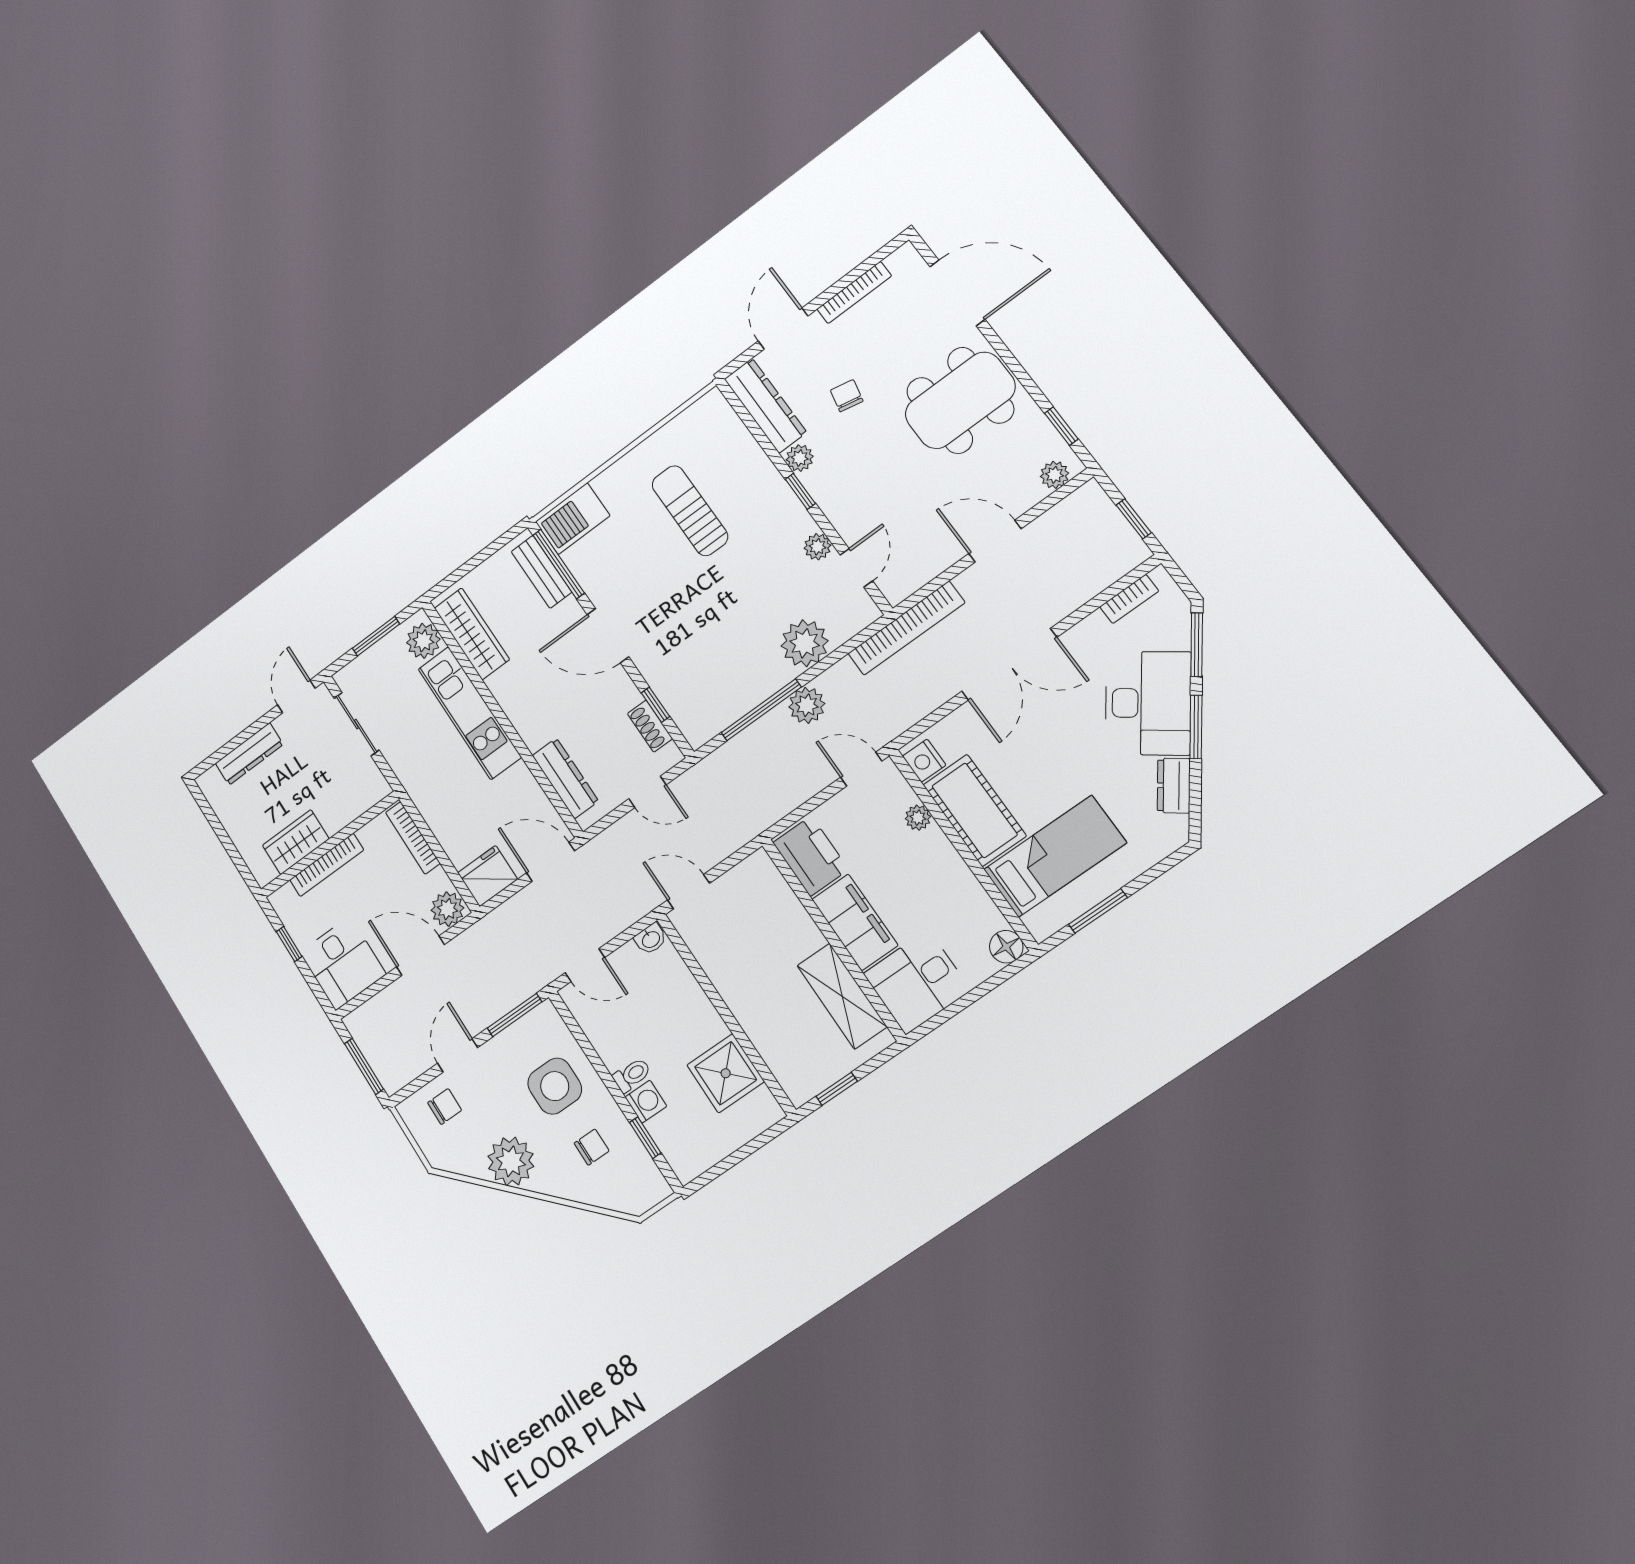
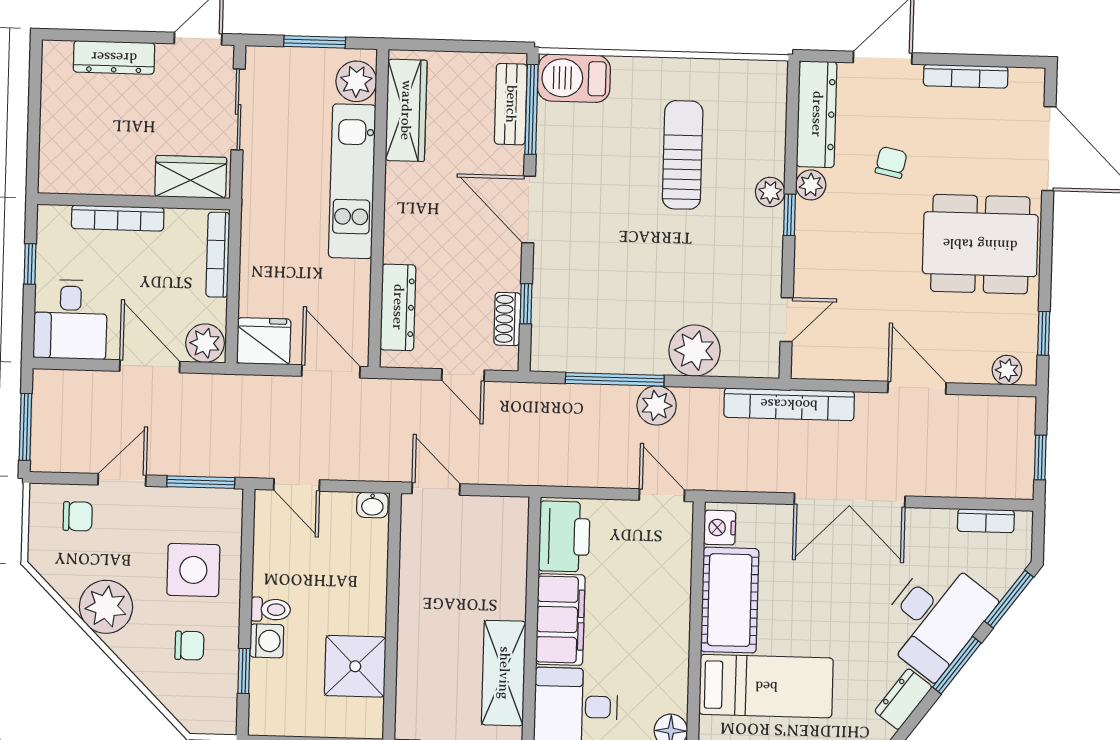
plant: (817, 547) -> (770, 192), moved
plant: (918, 818) -> (679, 571), removed
wardrobe: (296, 842) -> (191, 177), moved

